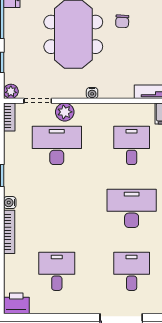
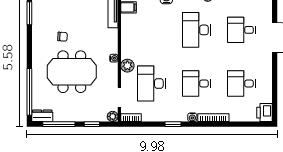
plant: (65, 112) -> (127, 66), moved
desk: (132, 145) -> (196, 84), moved

